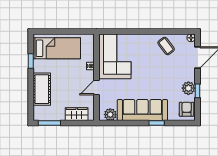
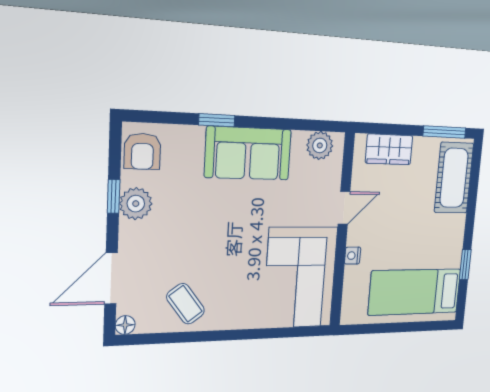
cot: (42, 89) -> (454, 178), moved
sofa: (142, 110) -> (248, 153), width x0.73

